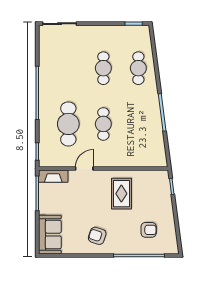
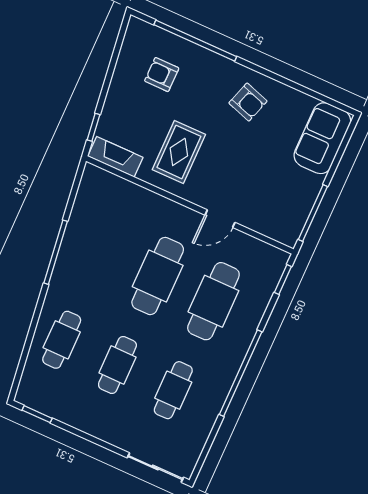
cafe table: (68, 68) -> (173, 390), added
cafe table: (103, 124) -> (158, 276), width x1.37, depth x1.35
fireplace: (53, 176) -> (115, 157), moved

